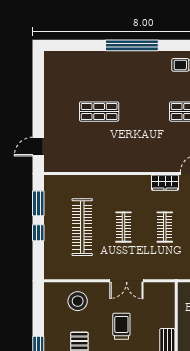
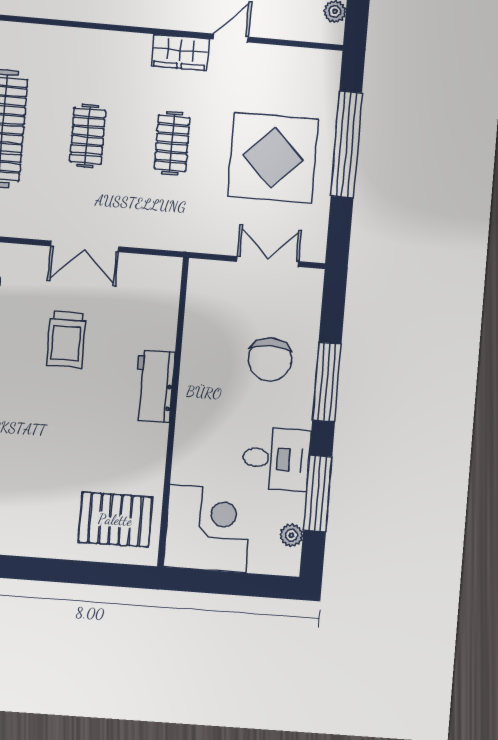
trolley: (121, 326) -> (66, 339), turned 180

